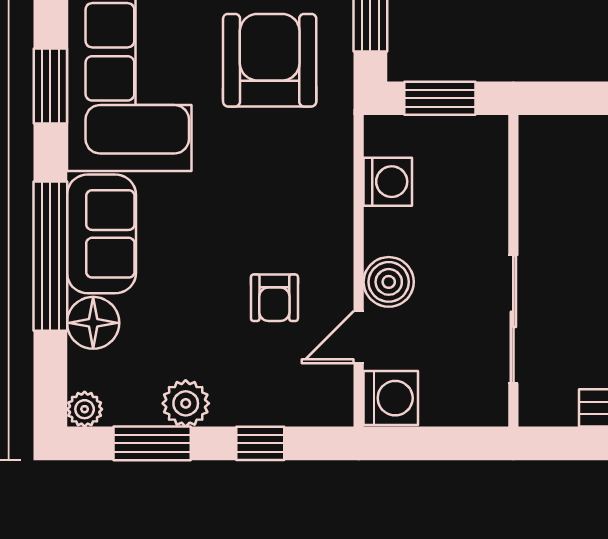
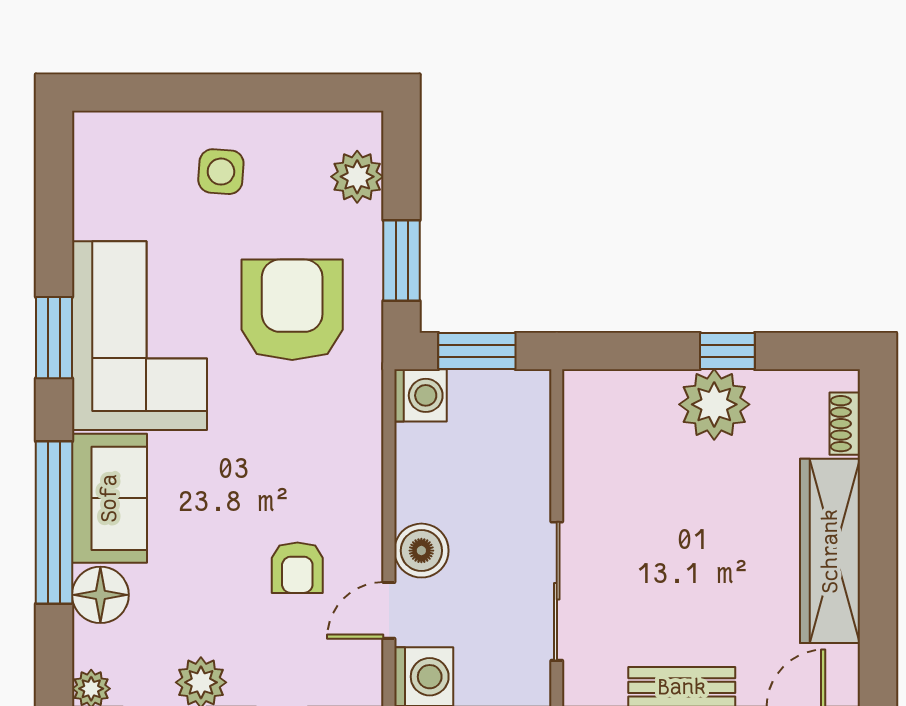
washing machine: (388, 182) -> (420, 395), moved

